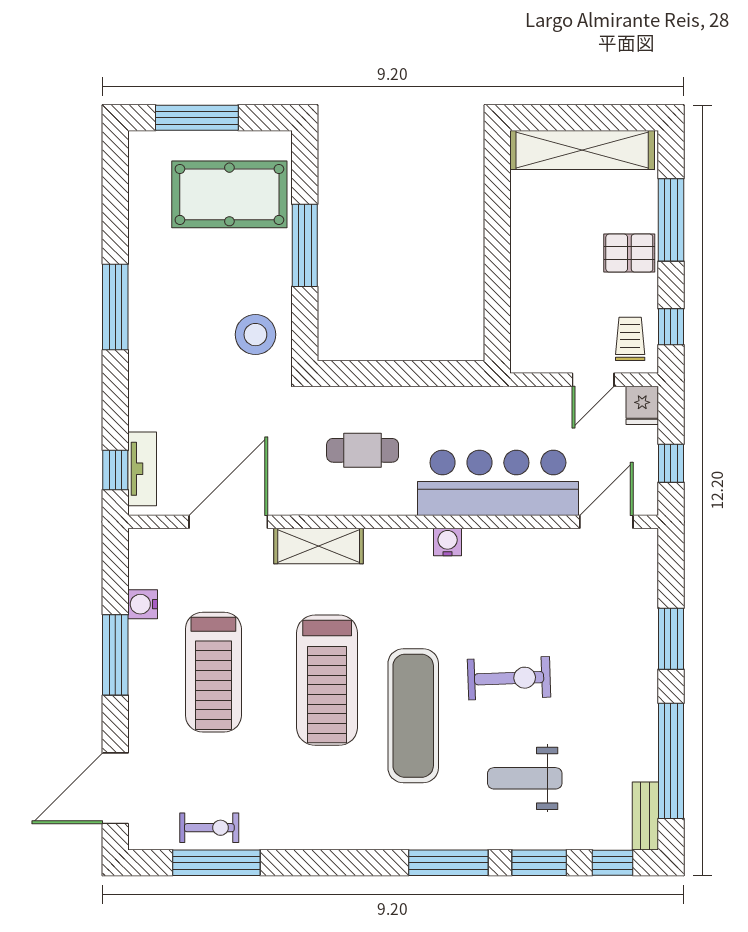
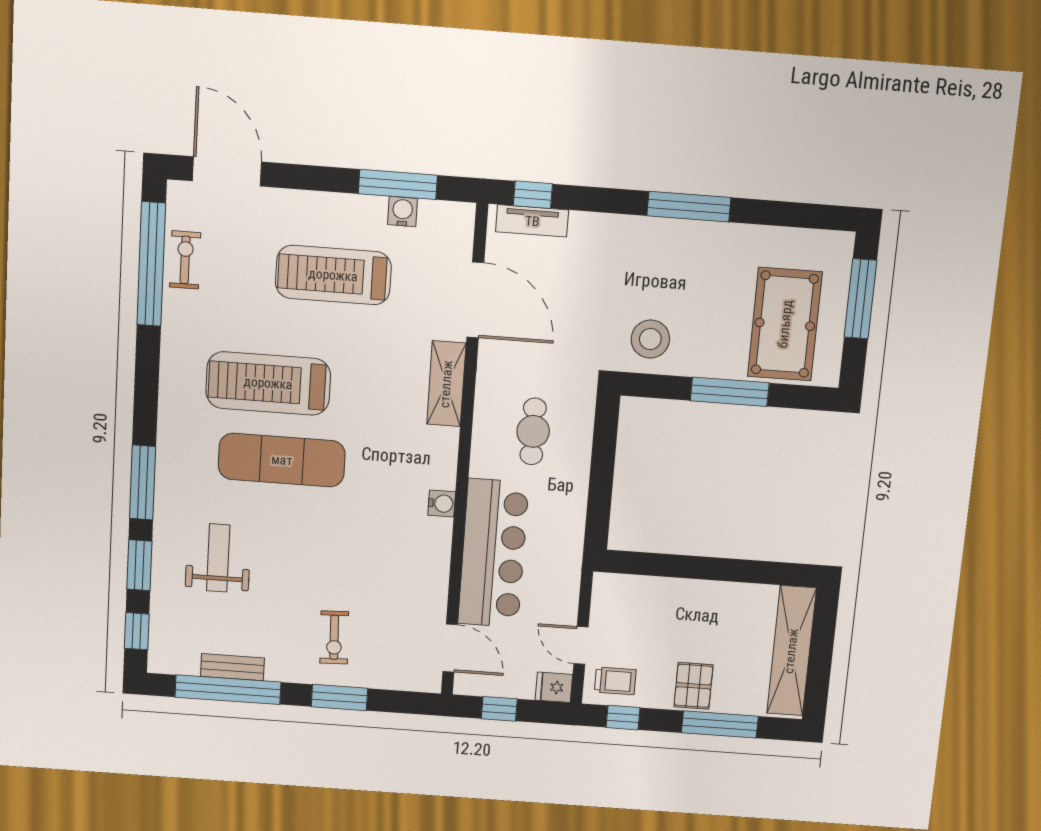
window: (115, 655) -> (398, 184), moved
exercise bike: (509, 678) -> (334, 637), moved, width x0.73, depth x0.72
treadmill: (327, 680) -> (268, 383), moved
bench: (645, 816) -> (232, 667), moved
exercise bike: (209, 828) -> (185, 260), turned 180
window: (216, 863) -> (151, 264), width x1.46

